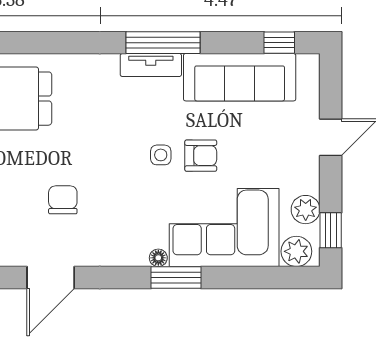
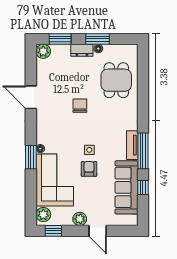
window: (279, 43) -> (143, 188), moved
armchair: (201, 156) -> (89, 169), turned 180
chair: (63, 200) -> (80, 106), moved, turned -90
plant: (306, 210) -> (80, 219), moved

